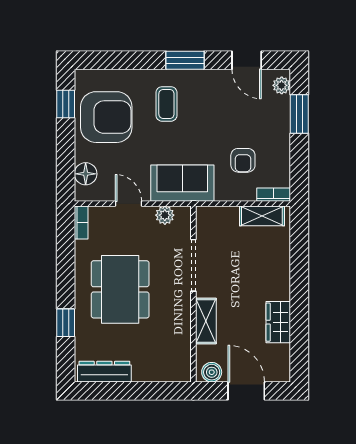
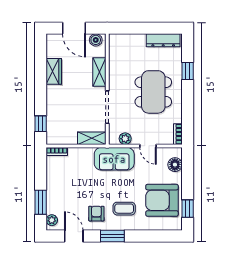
coffee table: (166, 104) -> (124, 209), turned 90
armchair: (243, 160) -> (96, 214), moved
shelving: (262, 216) -> (92, 138), moved
window: (299, 239) -> (41, 124), added

